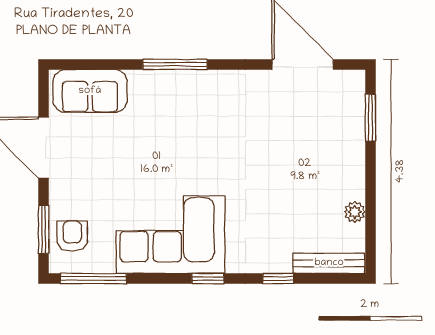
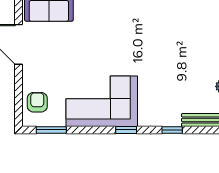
window: (44, 229) -> (19, 98), removed
window: (93, 279) -> (51, 130), width x0.69

